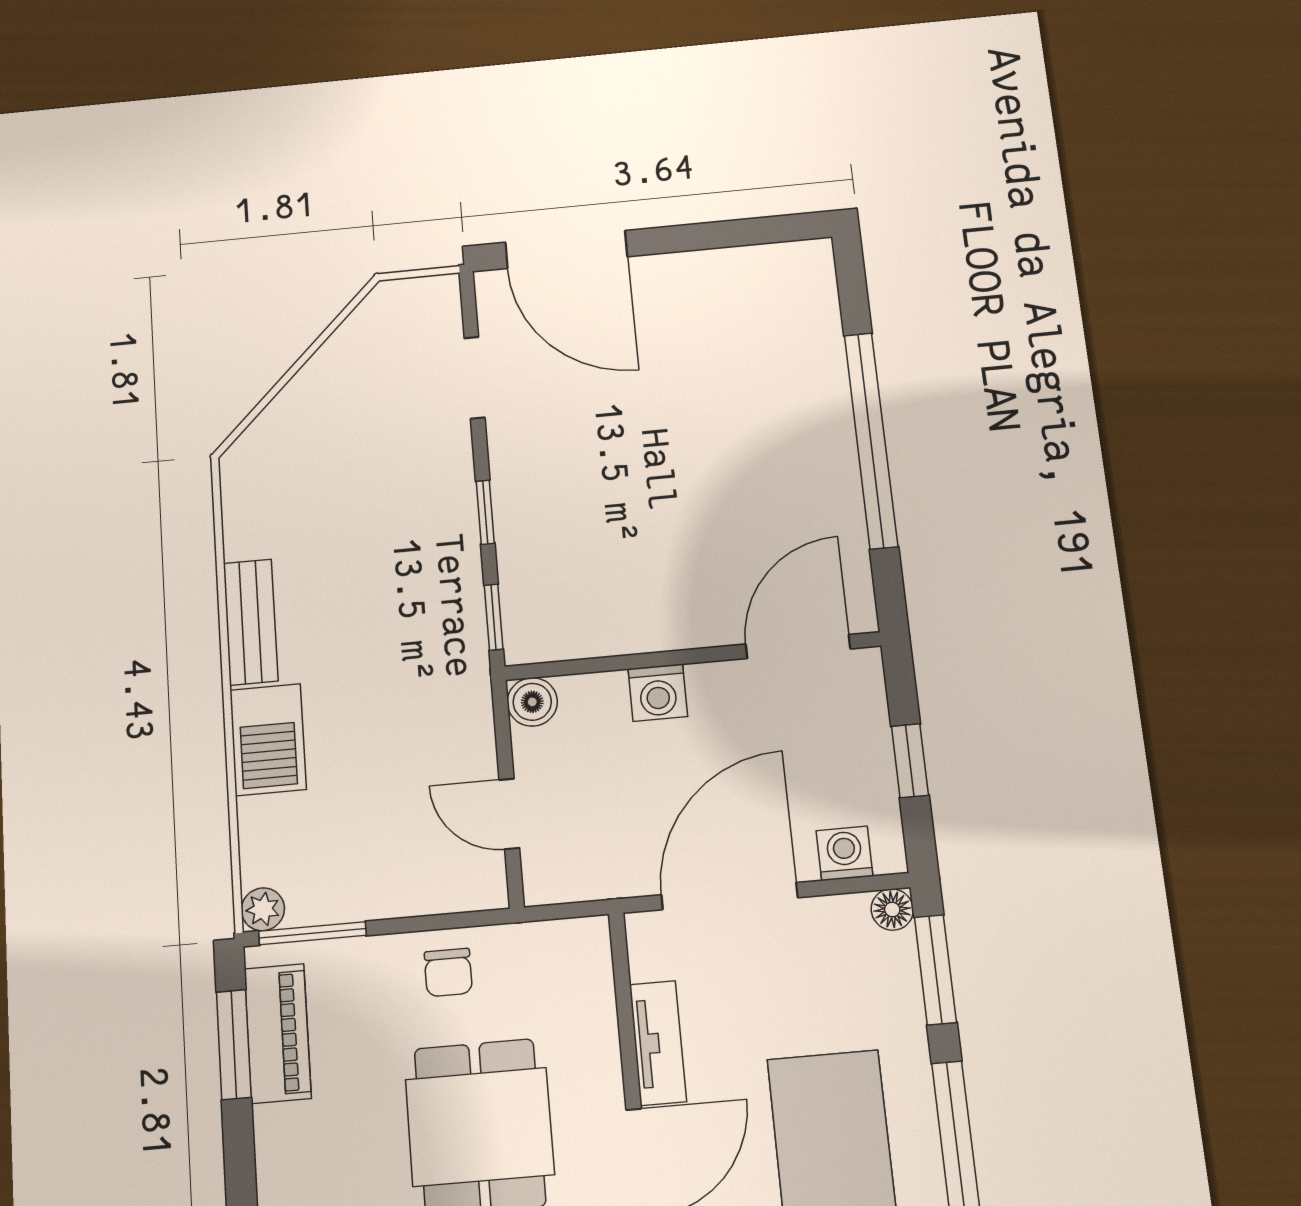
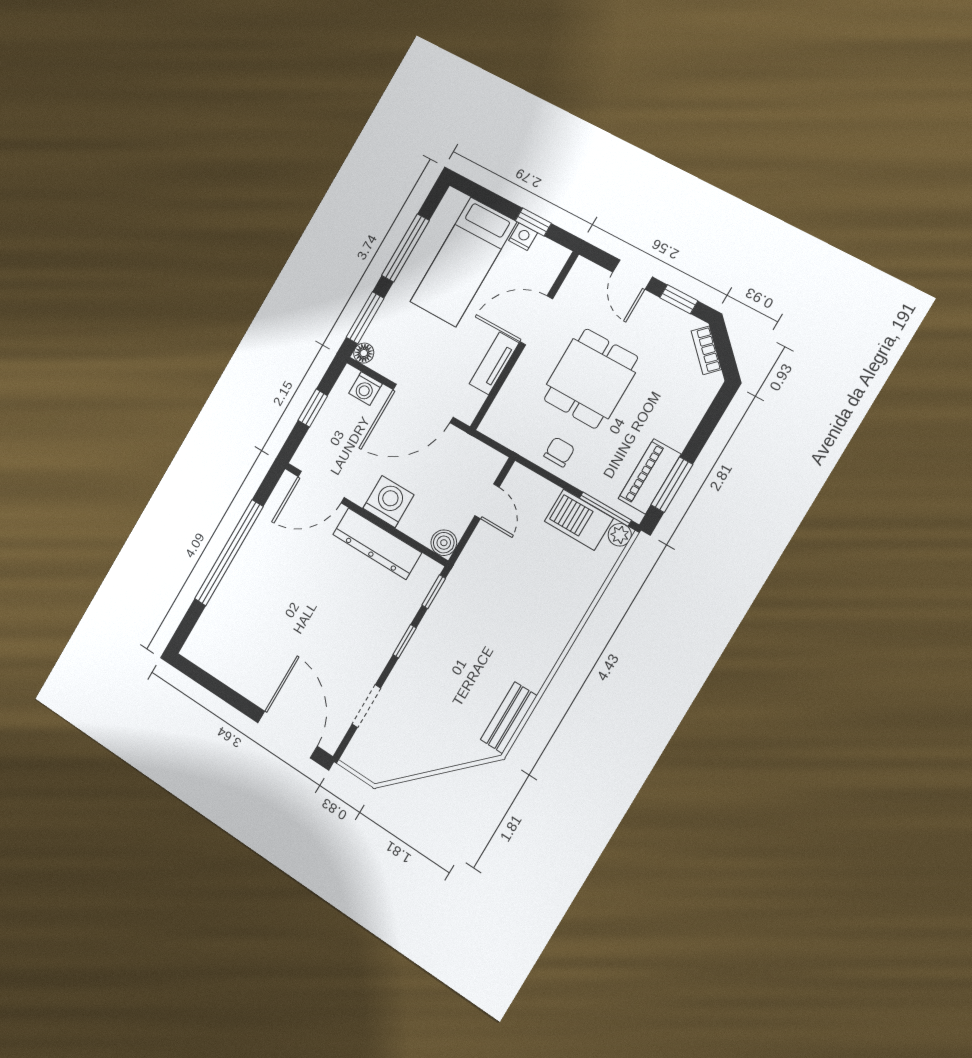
bench: (251, 622) -> (509, 718), moved
dresser: (639, 625) -> (377, 544), added
washing machine: (658, 693) -> (388, 502), width x1.38, depth x1.38
barbecue: (268, 740) -> (579, 520), moved, turned -90

